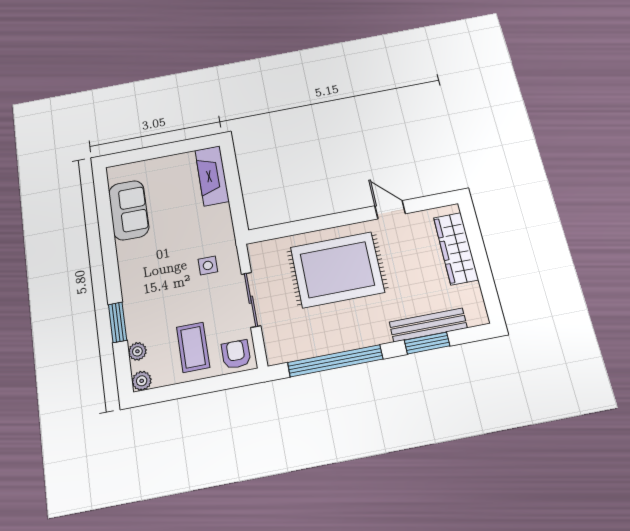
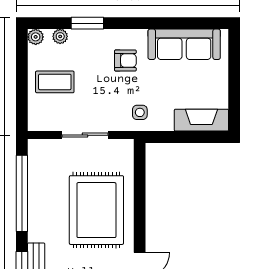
sofa: (129, 210) -> (184, 44), width x1.36
side table: (208, 265) -> (140, 112), moved
armchair: (236, 354) -> (125, 60), moved

